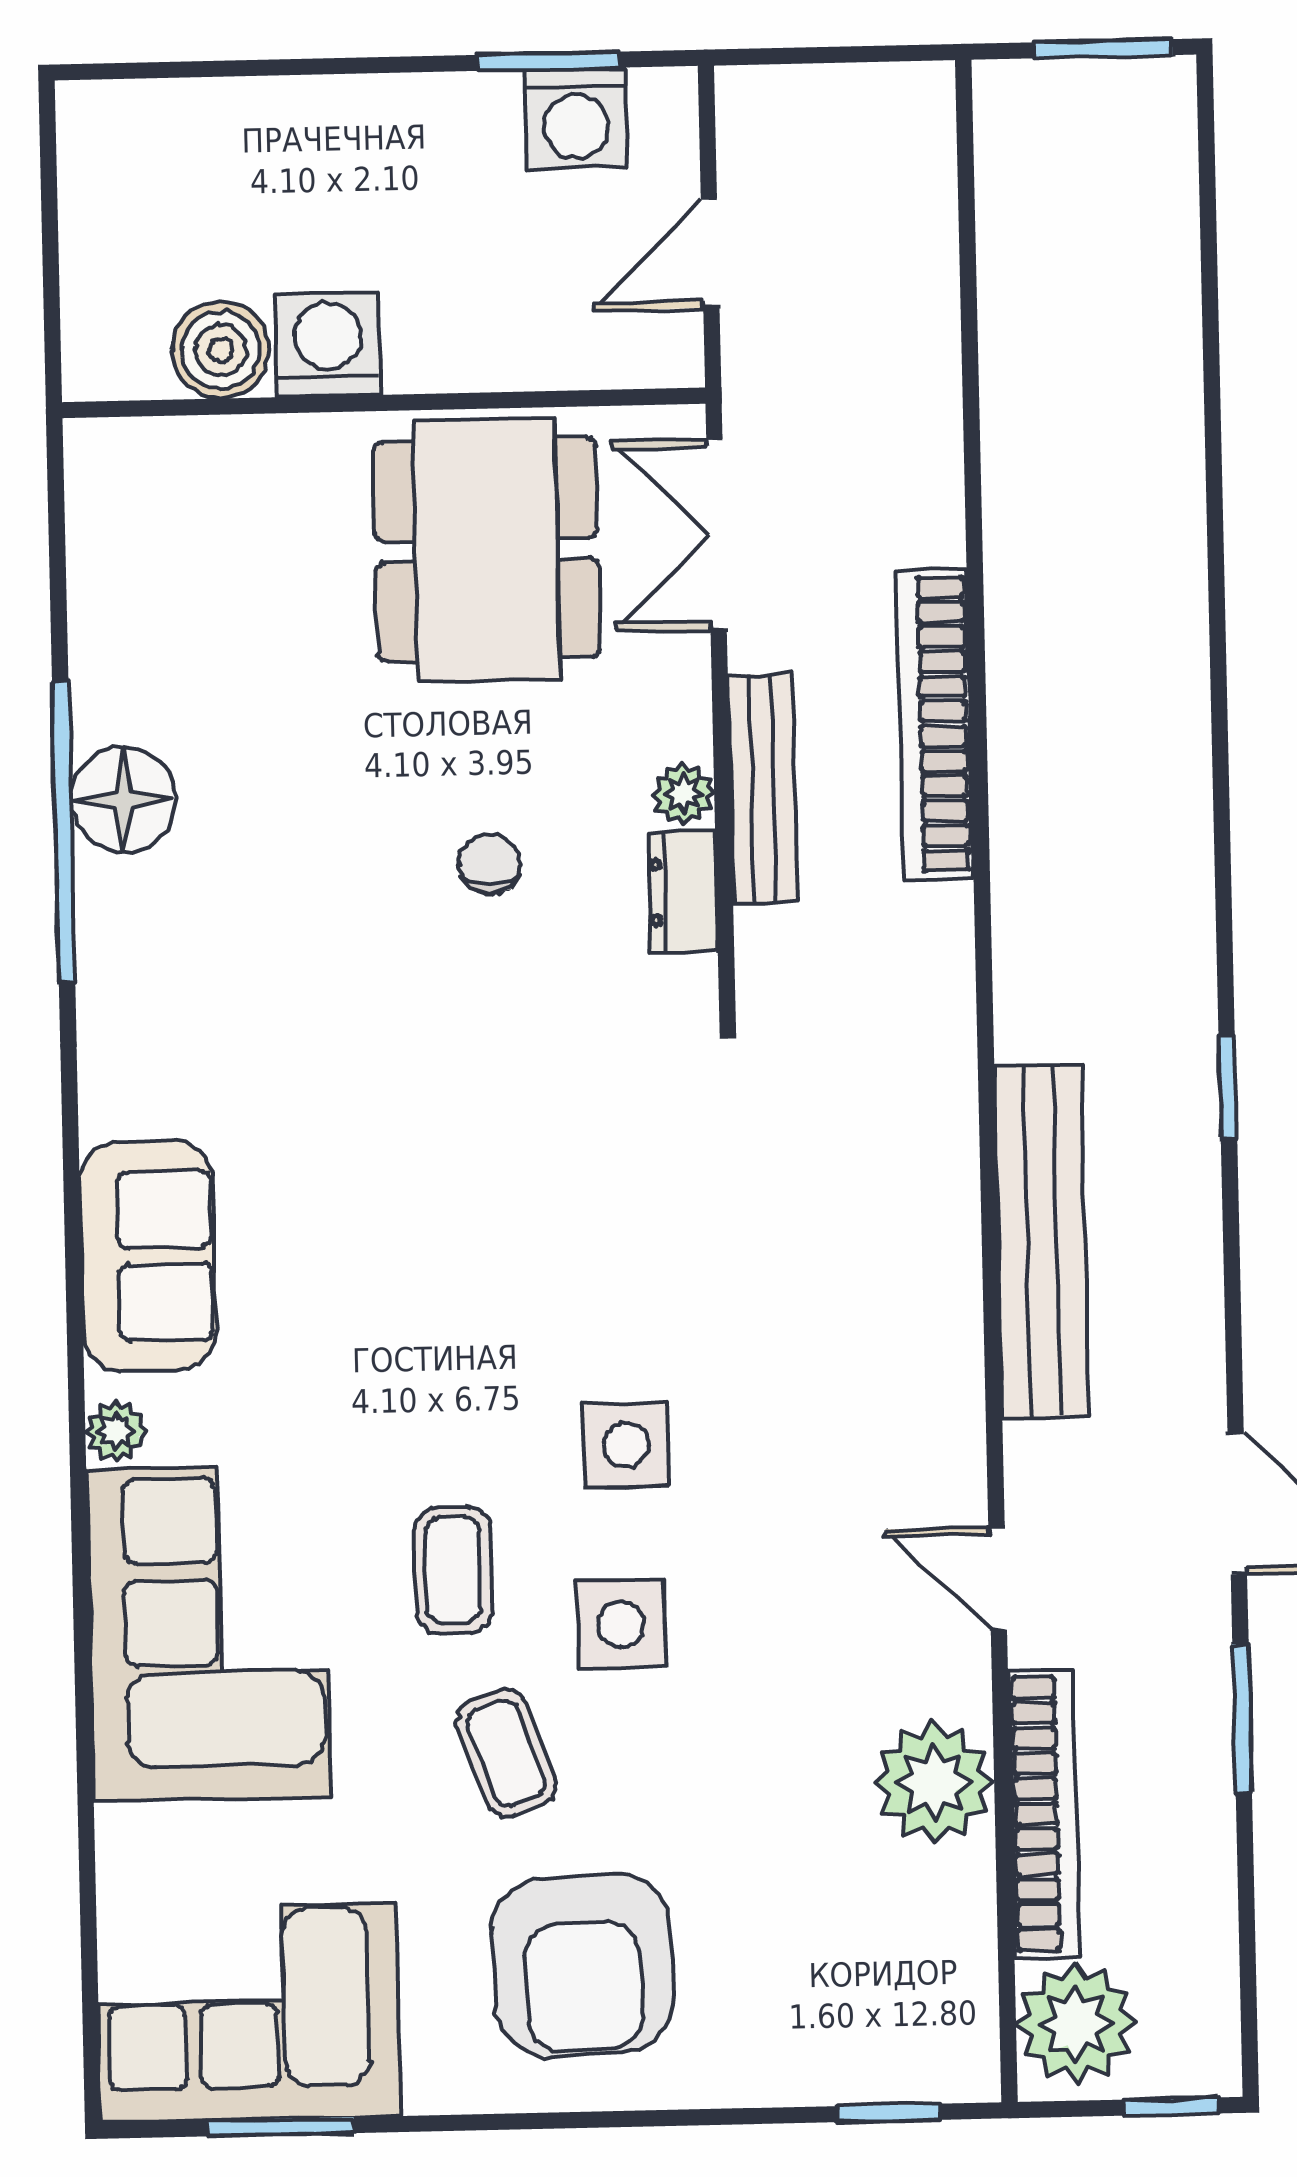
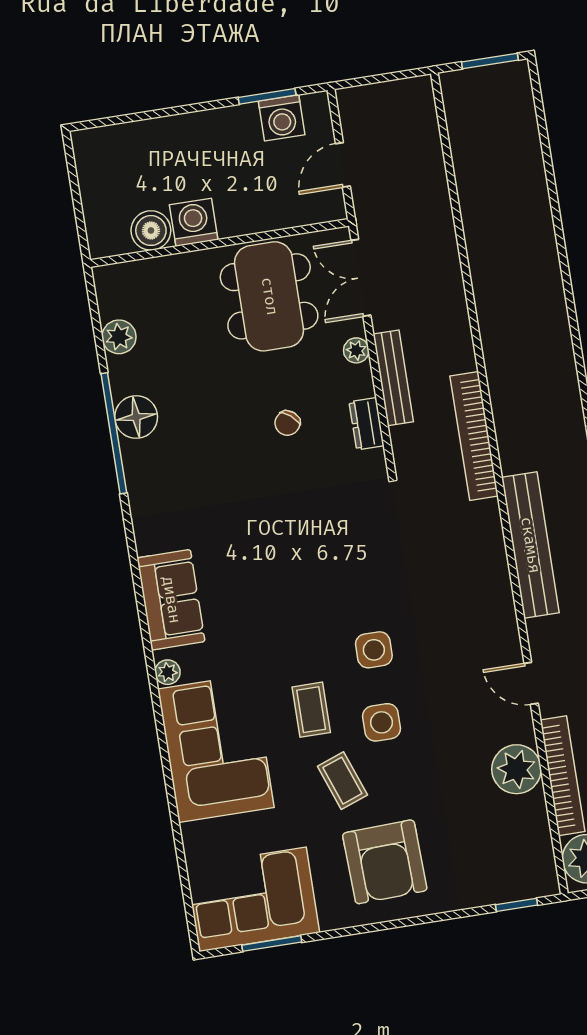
plant: (108, 599) -> (119, 337), added
bookcase: (935, 724) -> (474, 436), moved
plant: (683, 794) -> (356, 350), moved
chair: (490, 864) -> (287, 423), turned -140

